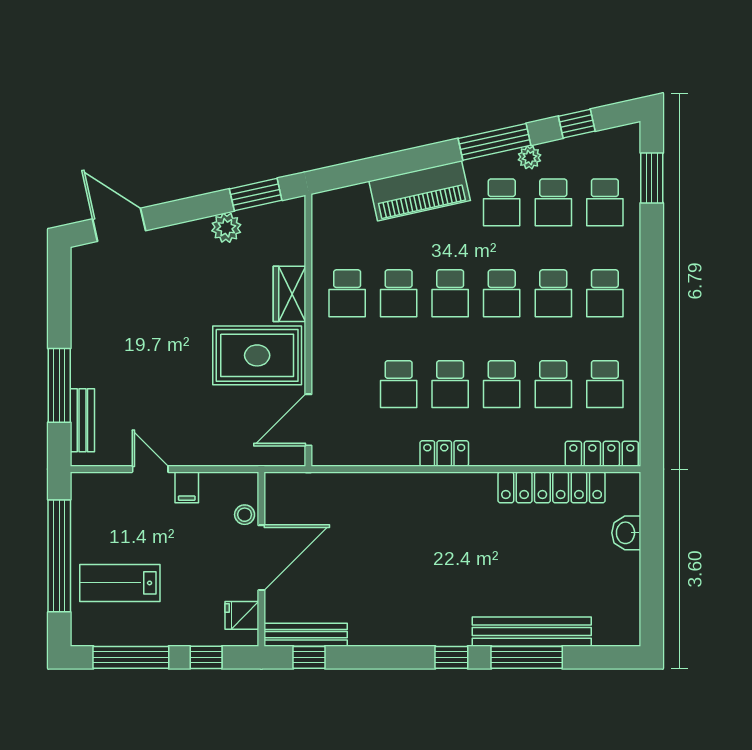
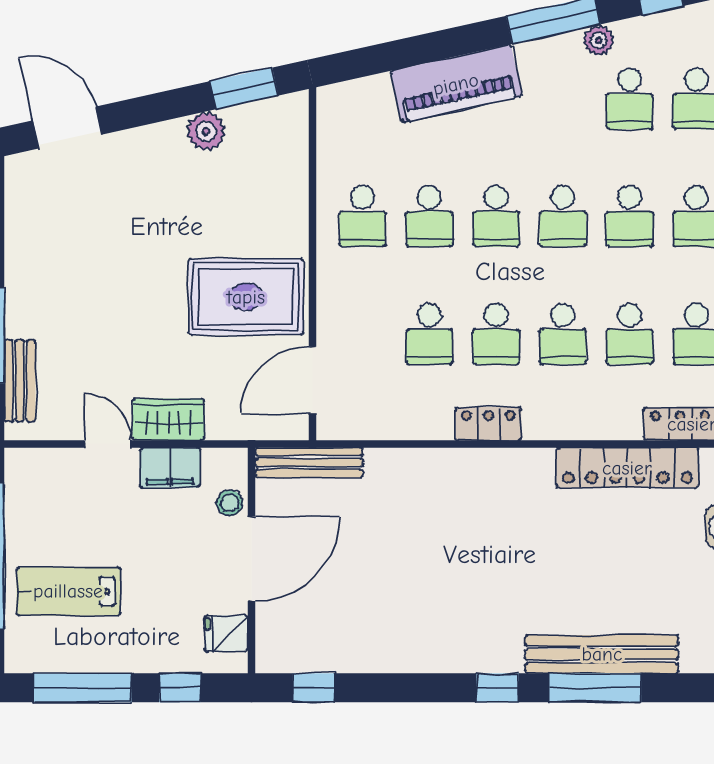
school desk: (502, 202) -> (563, 99), removed
wardrobe: (290, 294) -> (168, 419), moved, turned 90
filing cabinet: (187, 487) -> (170, 468), width x2.00
bench: (306, 635) -> (309, 463), moved

